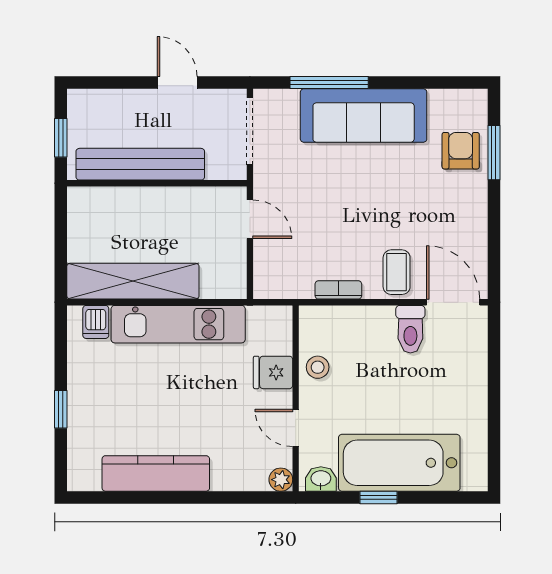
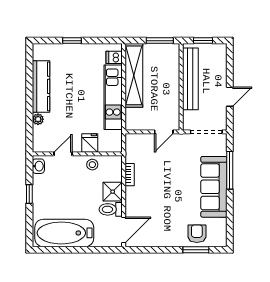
armchair: (461, 151) -> (197, 234), turned -90
window: (61, 228) -> (160, 41), added
coffee table: (397, 272) -> (138, 203), removed
shower: (374, 325) -> (113, 192), added
bathtub: (399, 463) -> (64, 233), moved, turned -90
plant: (281, 480) -> (38, 119), moved

